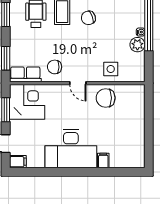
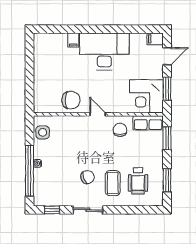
plant: (137, 45) -> (40, 151), removed
chair: (55, 67) -> (120, 130), turned -91
side table: (111, 69) -> (43, 132), moved

